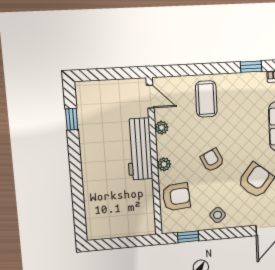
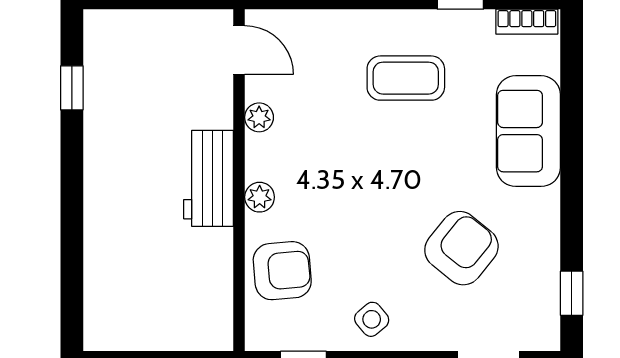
coffee table: (206, 99) -> (406, 78), moved, turned 90
workbench: (139, 149) -> (209, 178), width x0.73
armchair: (212, 160) -> (366, 196), removed

